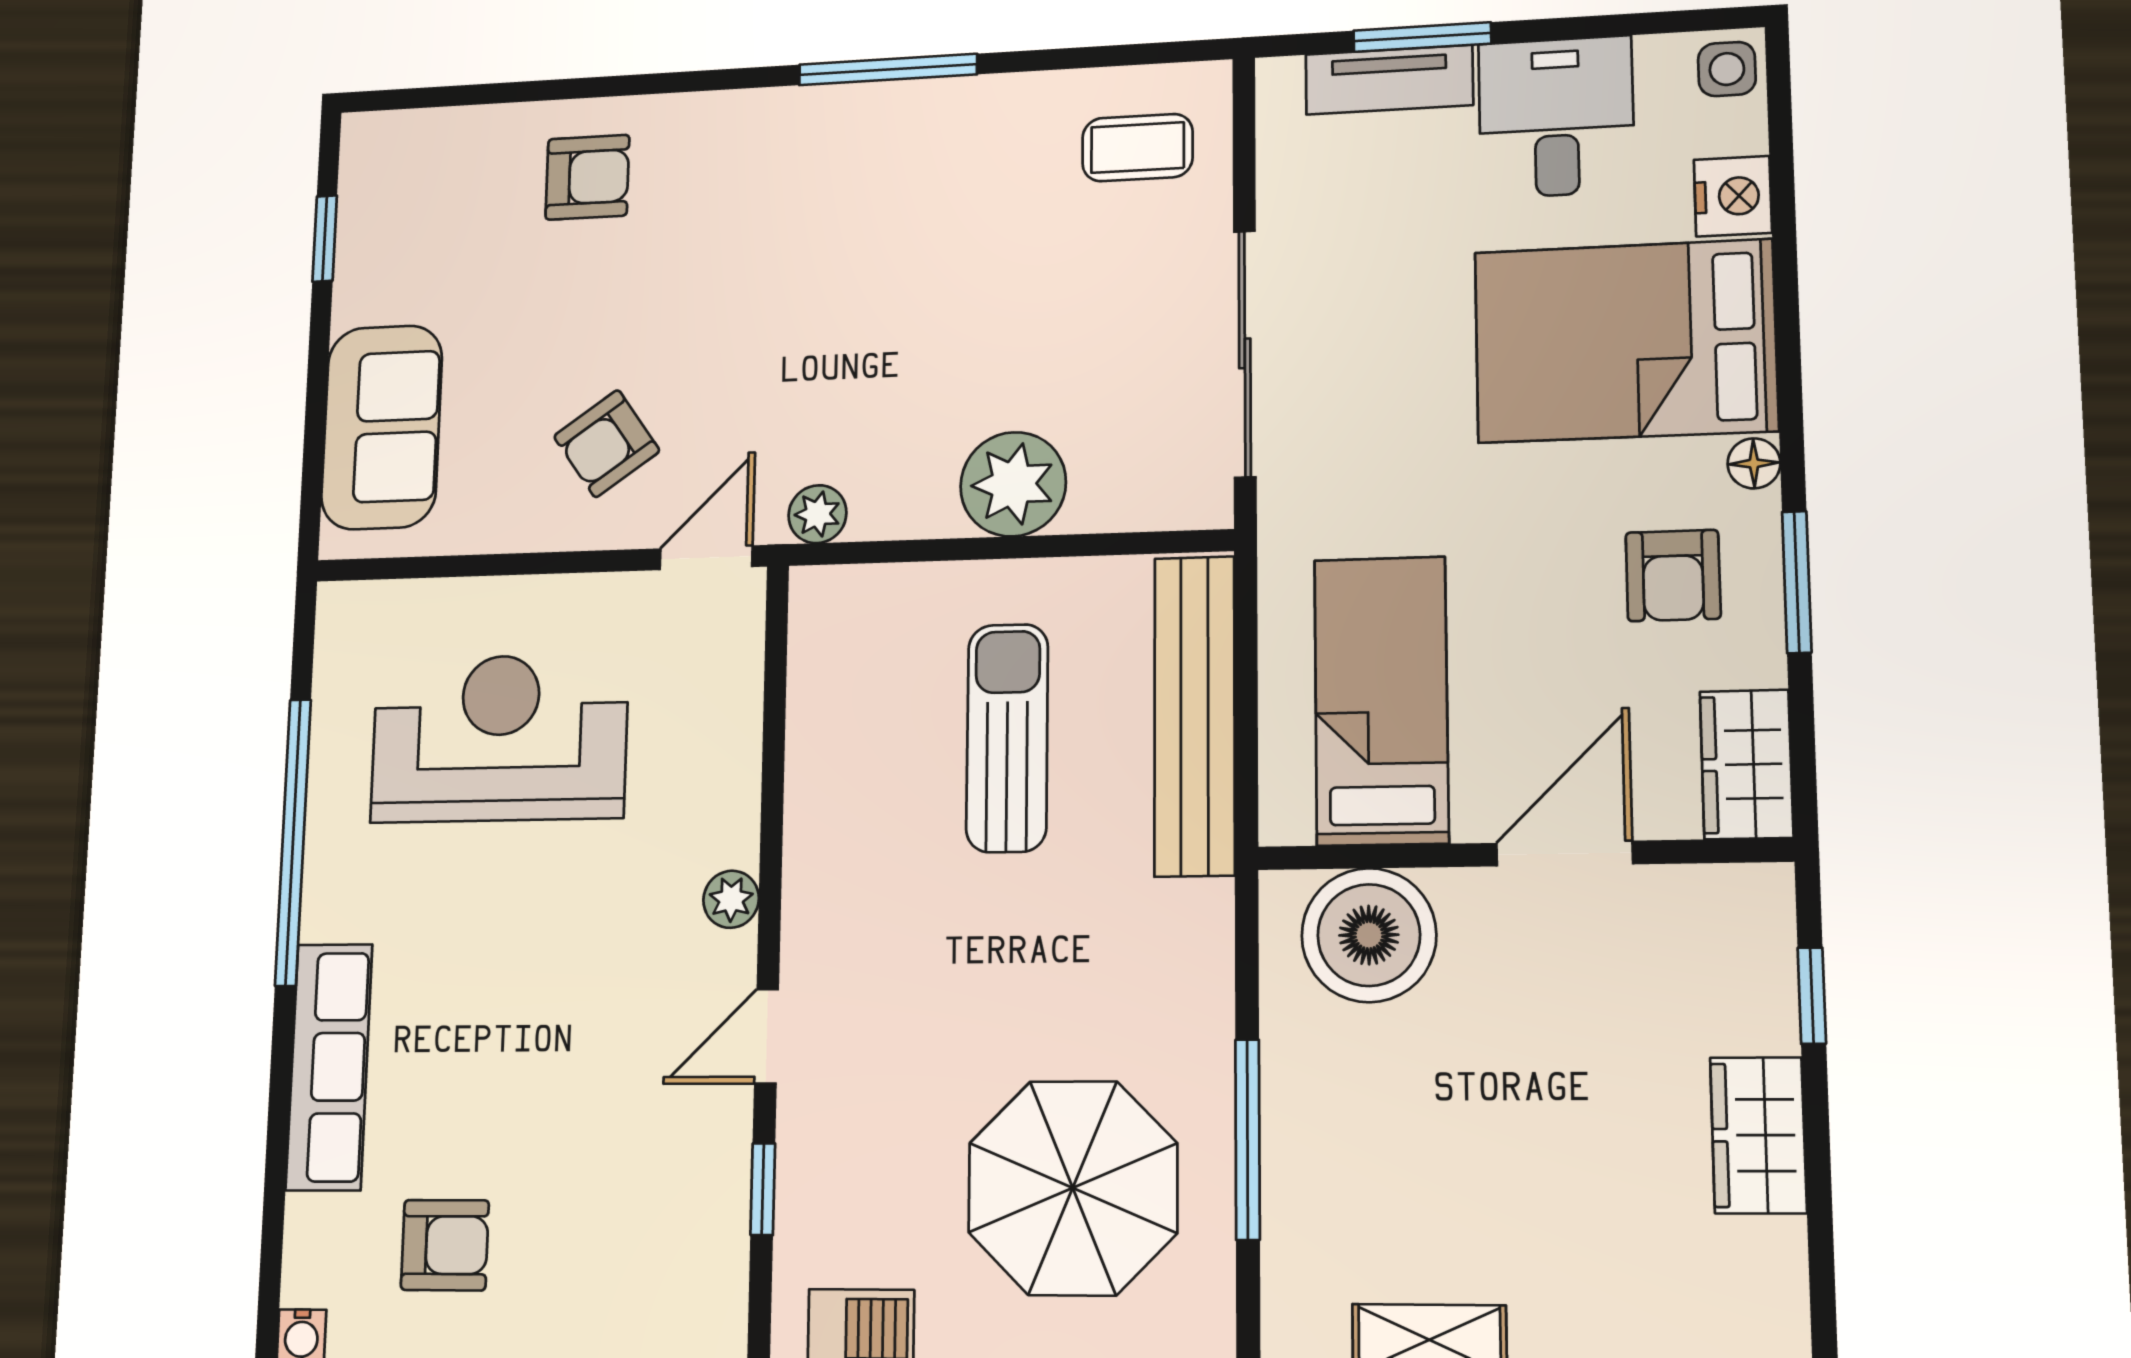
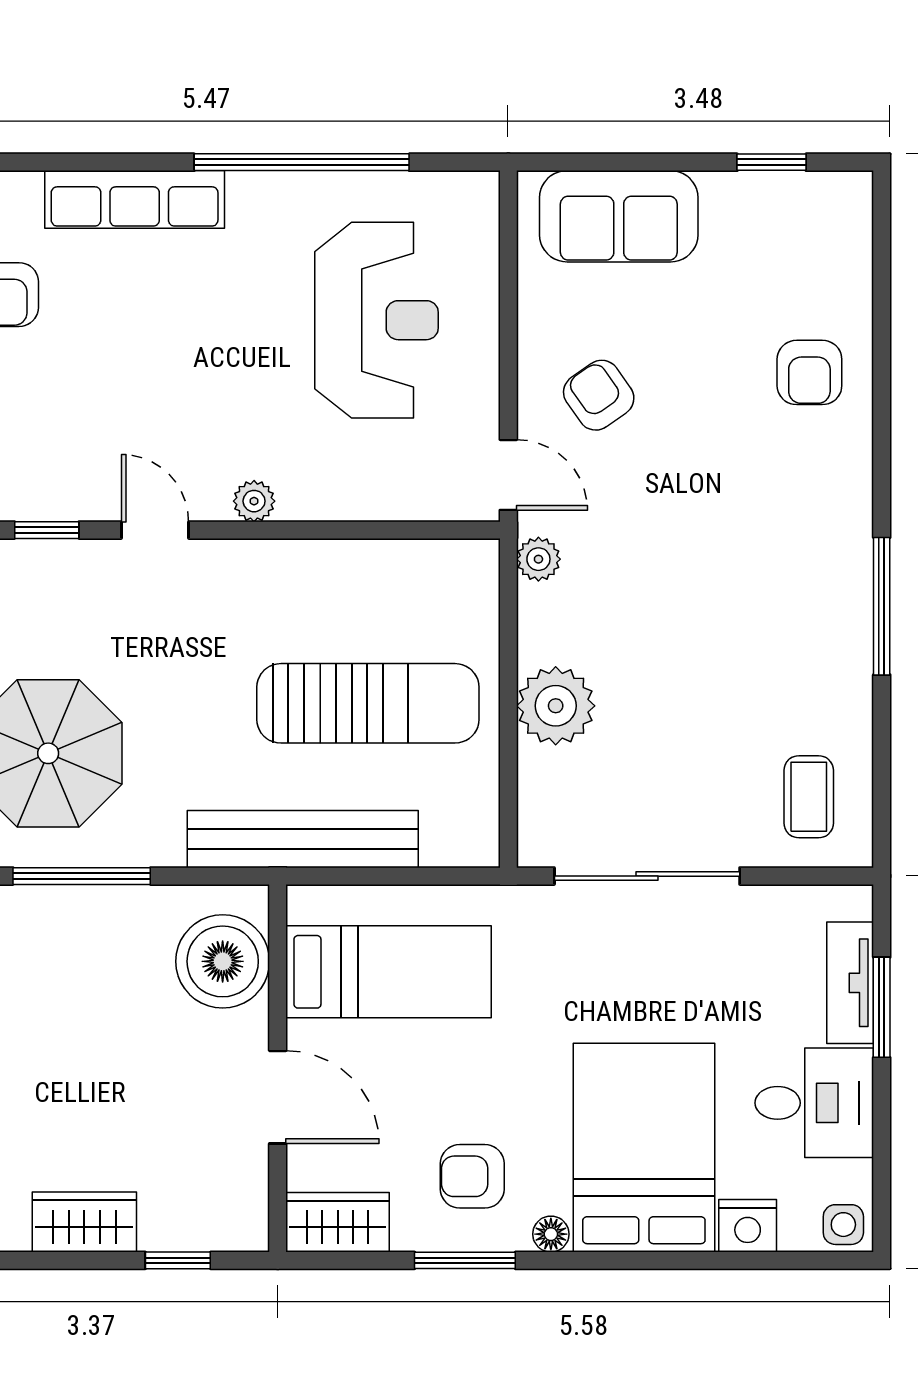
bench: (1194, 715) -> (303, 839), moved
sun lounger: (1007, 738) -> (368, 703), width x1.36, depth x1.34

